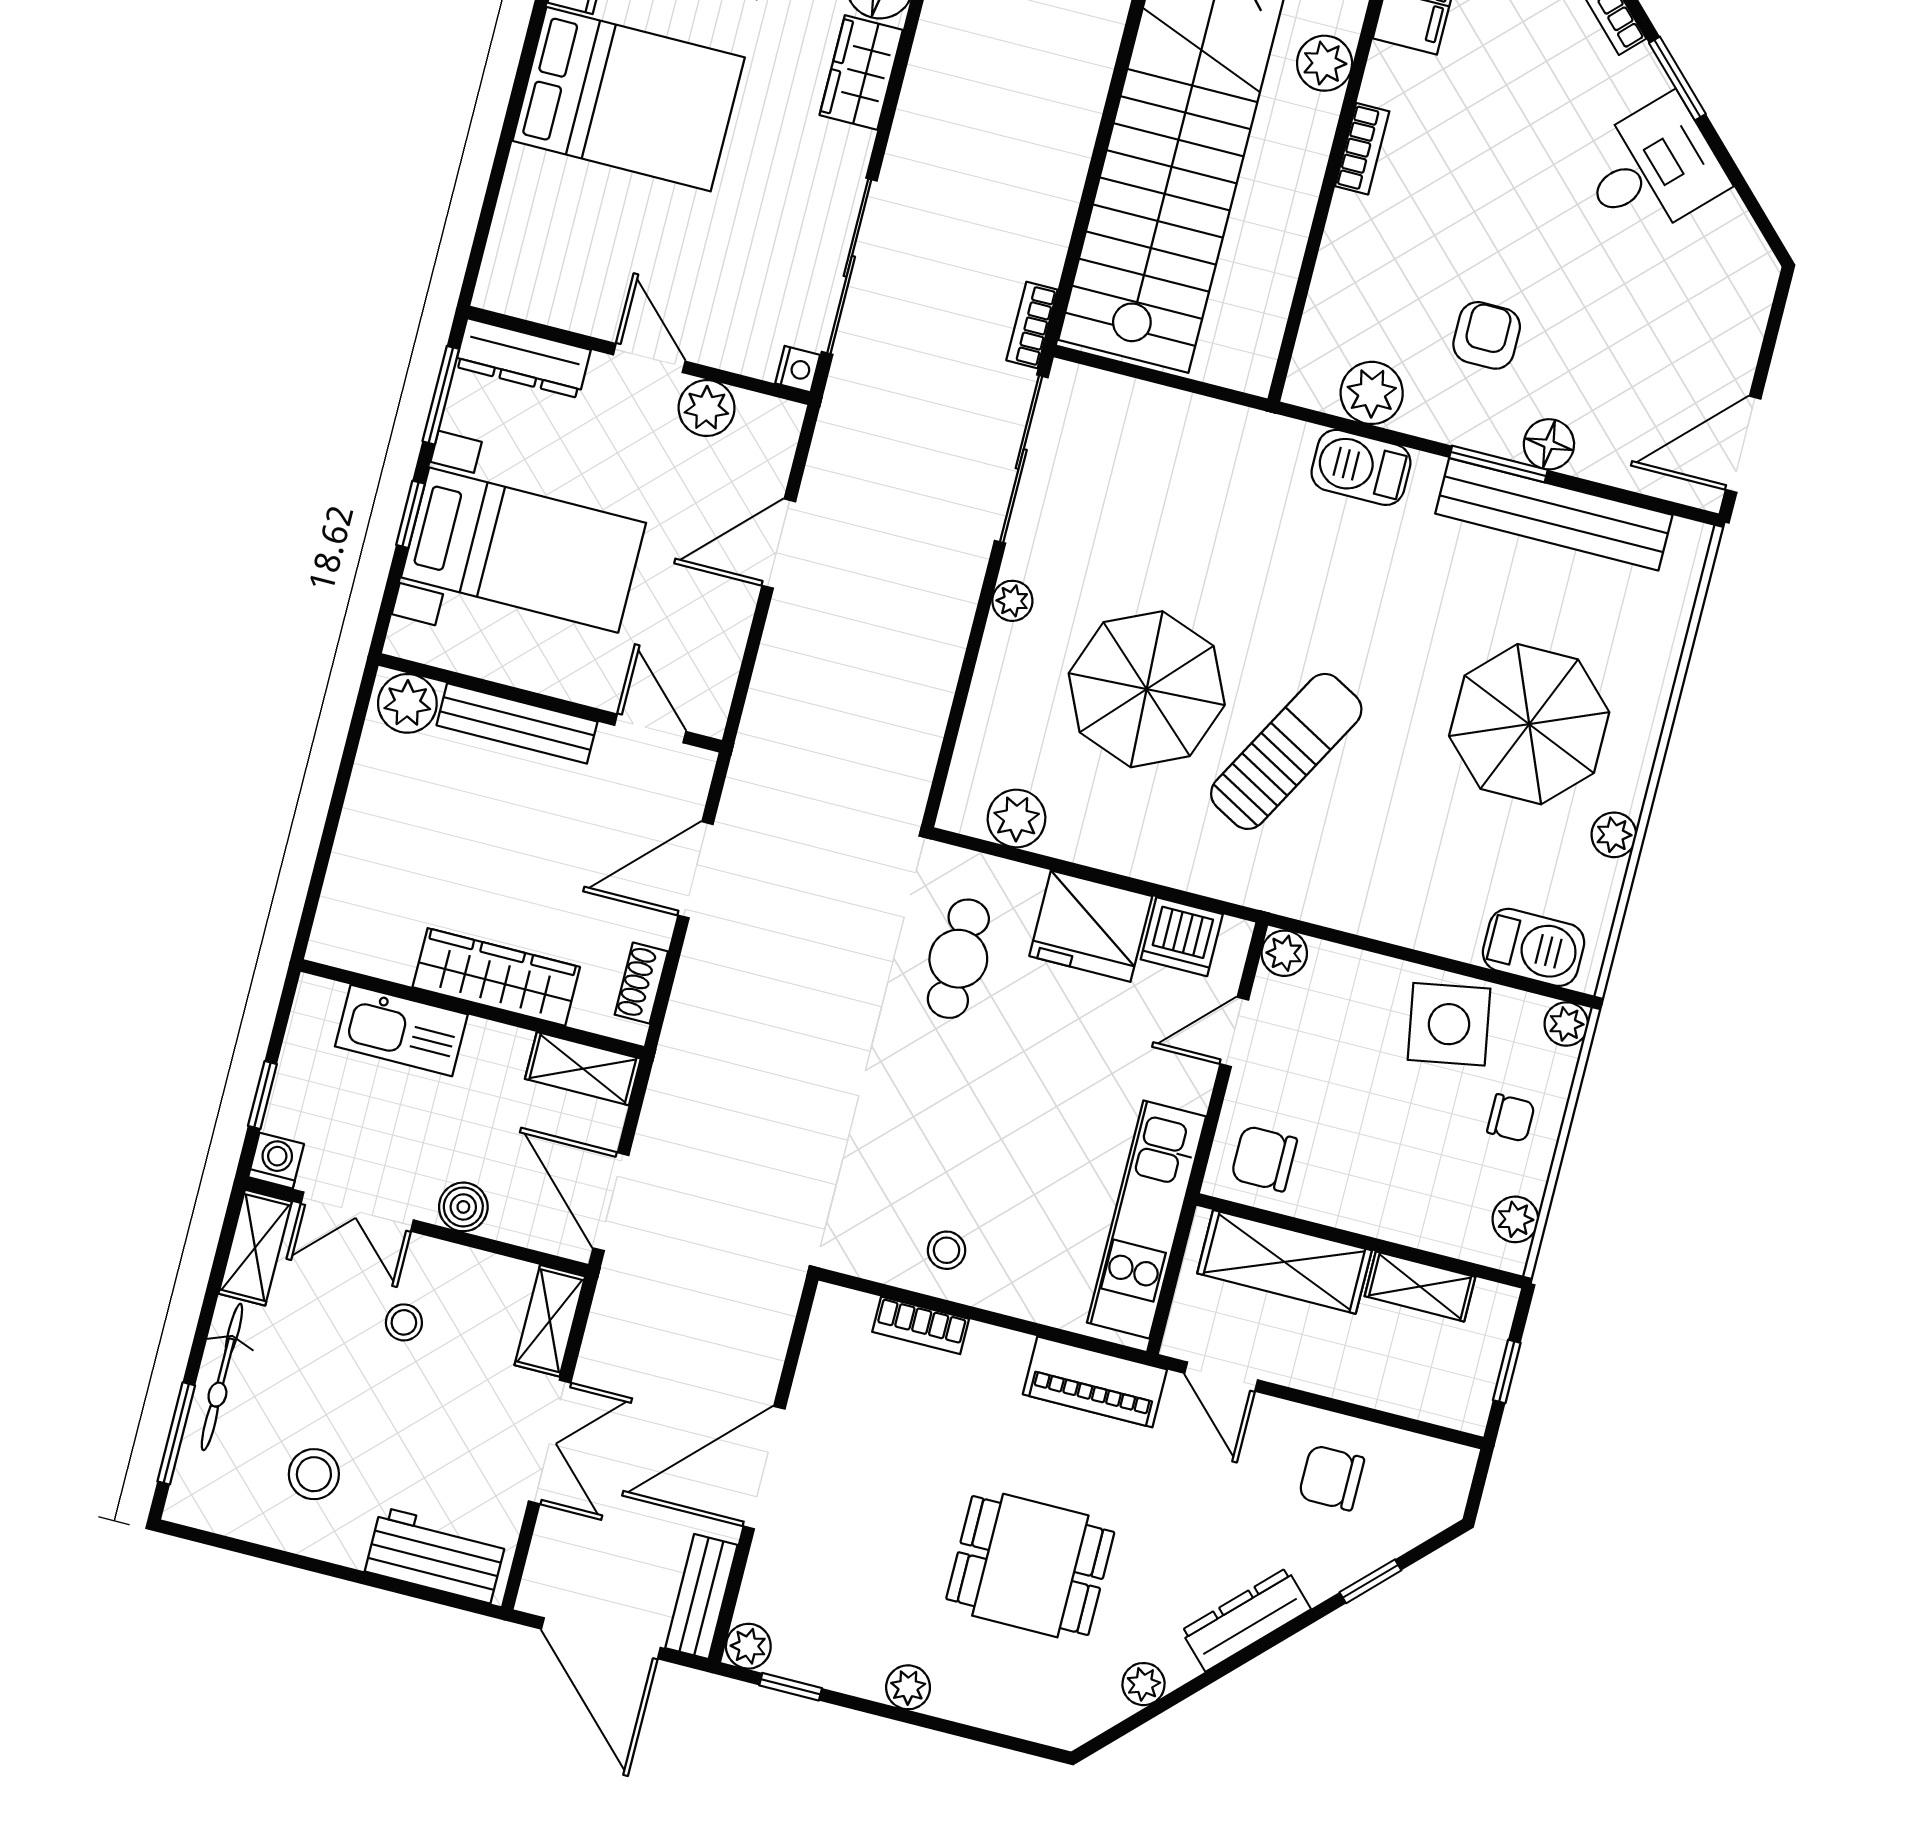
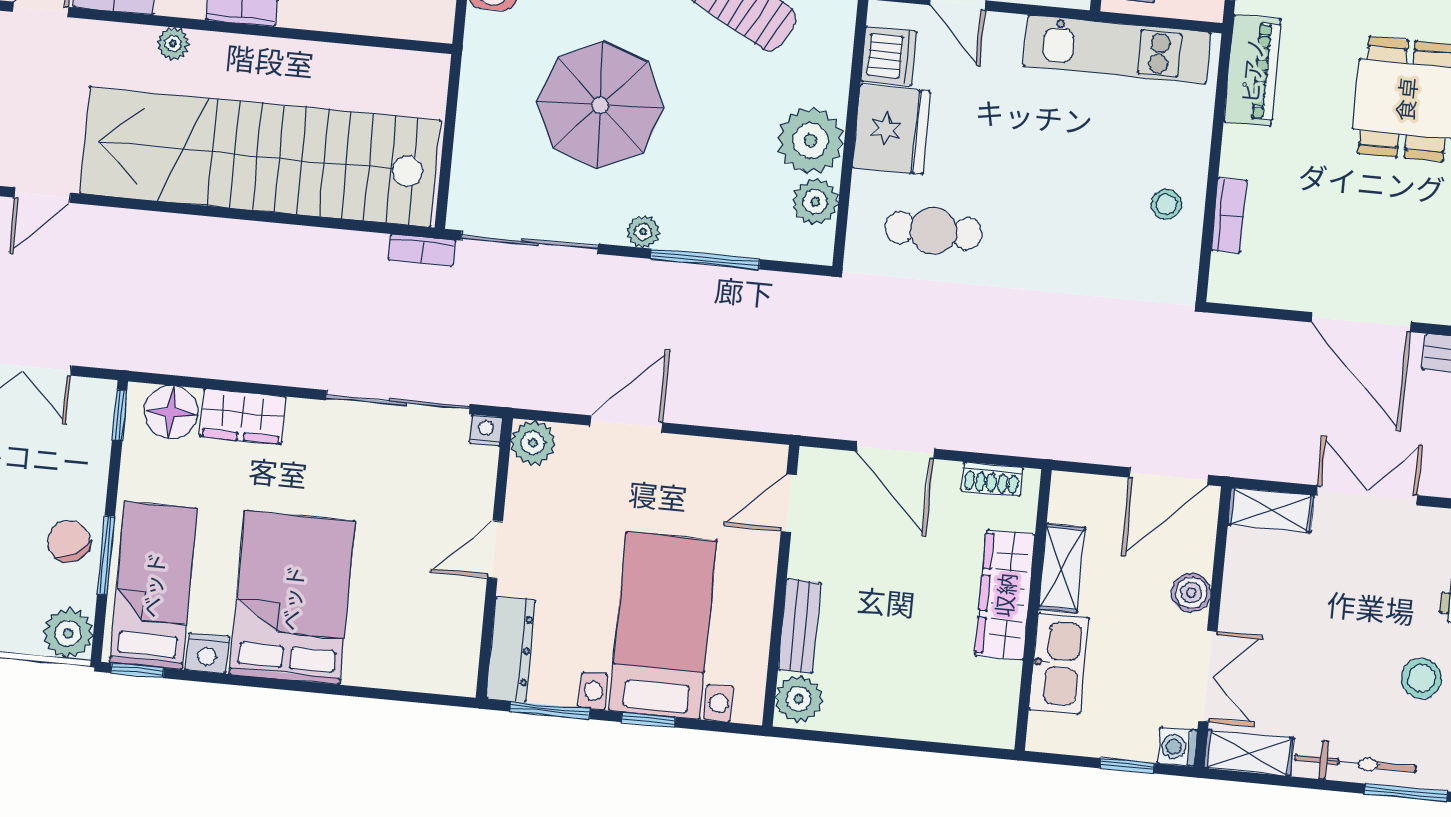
plant: (1325, 63) -> (173, 43), width x0.73, depth x0.73
plant: (707, 408) -> (533, 443), moved
door: (779, 544) -> (626, 424), swing flipped
window: (967, 672) -> (705, 259), added
parasol: (1147, 689) -> (600, 105), moved
bench: (517, 723) -> (800, 626), width x0.73
plant: (1093, 824) -> (810, 141), added
shelving: (583, 1069) -> (1062, 568), moved
stool: (404, 1322) -> (1290, 626), removed

